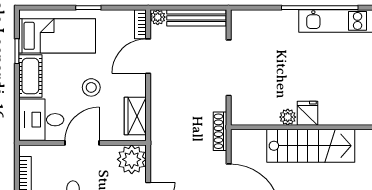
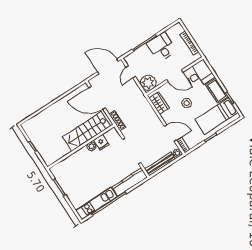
kitchen counter: (264, 21) -> (130, 182), added
door: (148, 56) -> (170, 133), hinge flipped
fridge: (308, 113) -> (101, 142), moved
door: (82, 143) -> (175, 76), hinge flipped
stairs: (311, 146) -> (87, 132), moved

